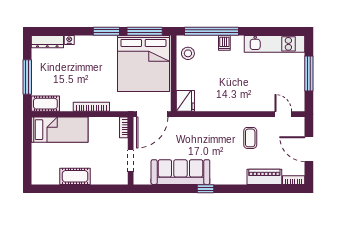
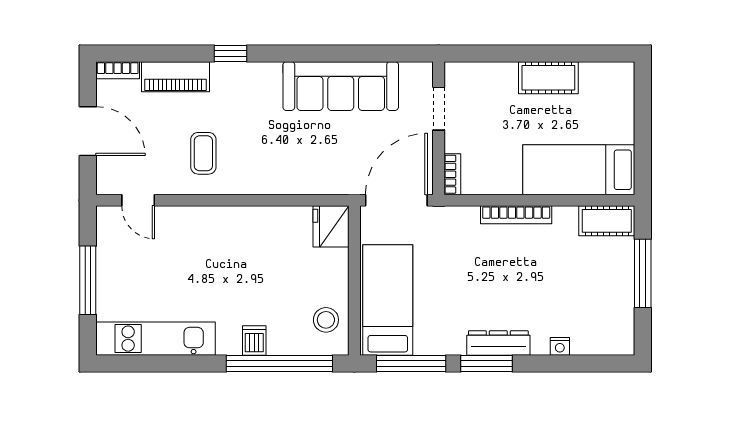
dresser: (47, 42) -> (498, 343), moved
bed: (143, 63) -> (388, 300), width x0.49
window: (206, 189) -> (230, 53), moved

